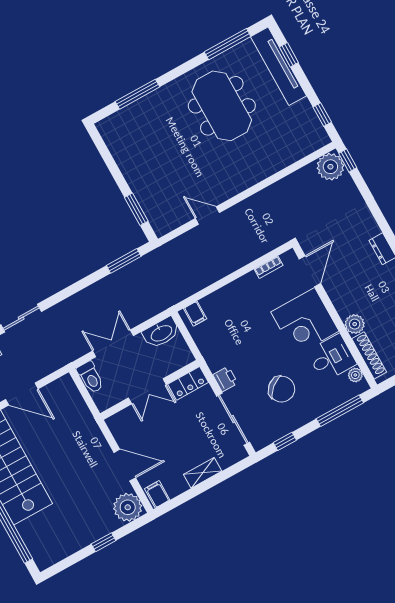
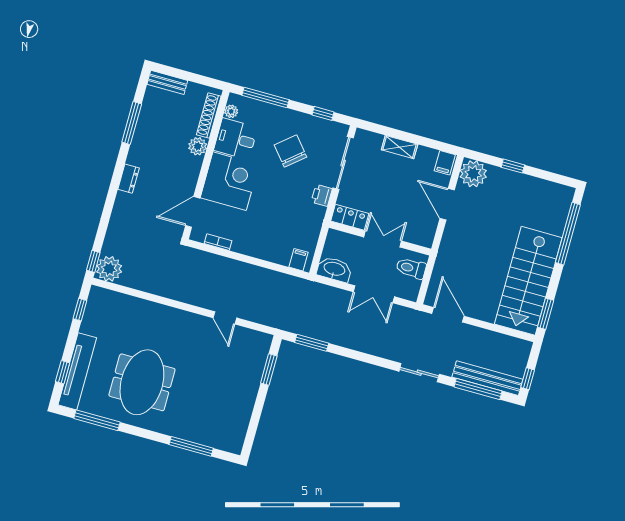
toilet: (90, 377) -> (411, 268), moved, turned -90
door: (22, 394) -> (448, 315), moved

